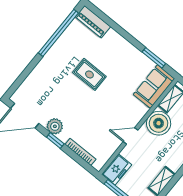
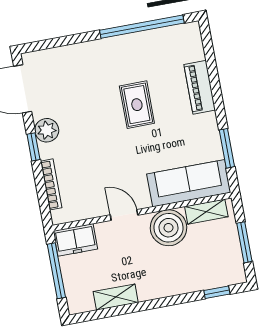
piano: (93, 22) -> (200, 87), moved
sofa: (154, 87) -> (189, 183), width x1.36

